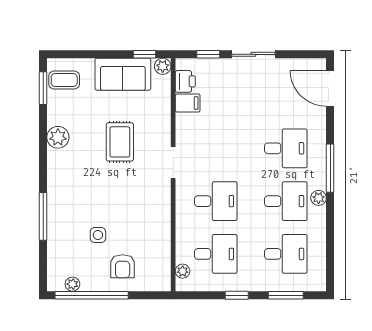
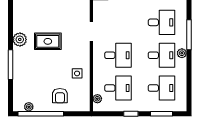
plant: (58, 137) -> (20, 39), moved
rug: (120, 142) -> (48, 41), moved, turned 90
side table: (98, 235) -> (77, 73), moved

